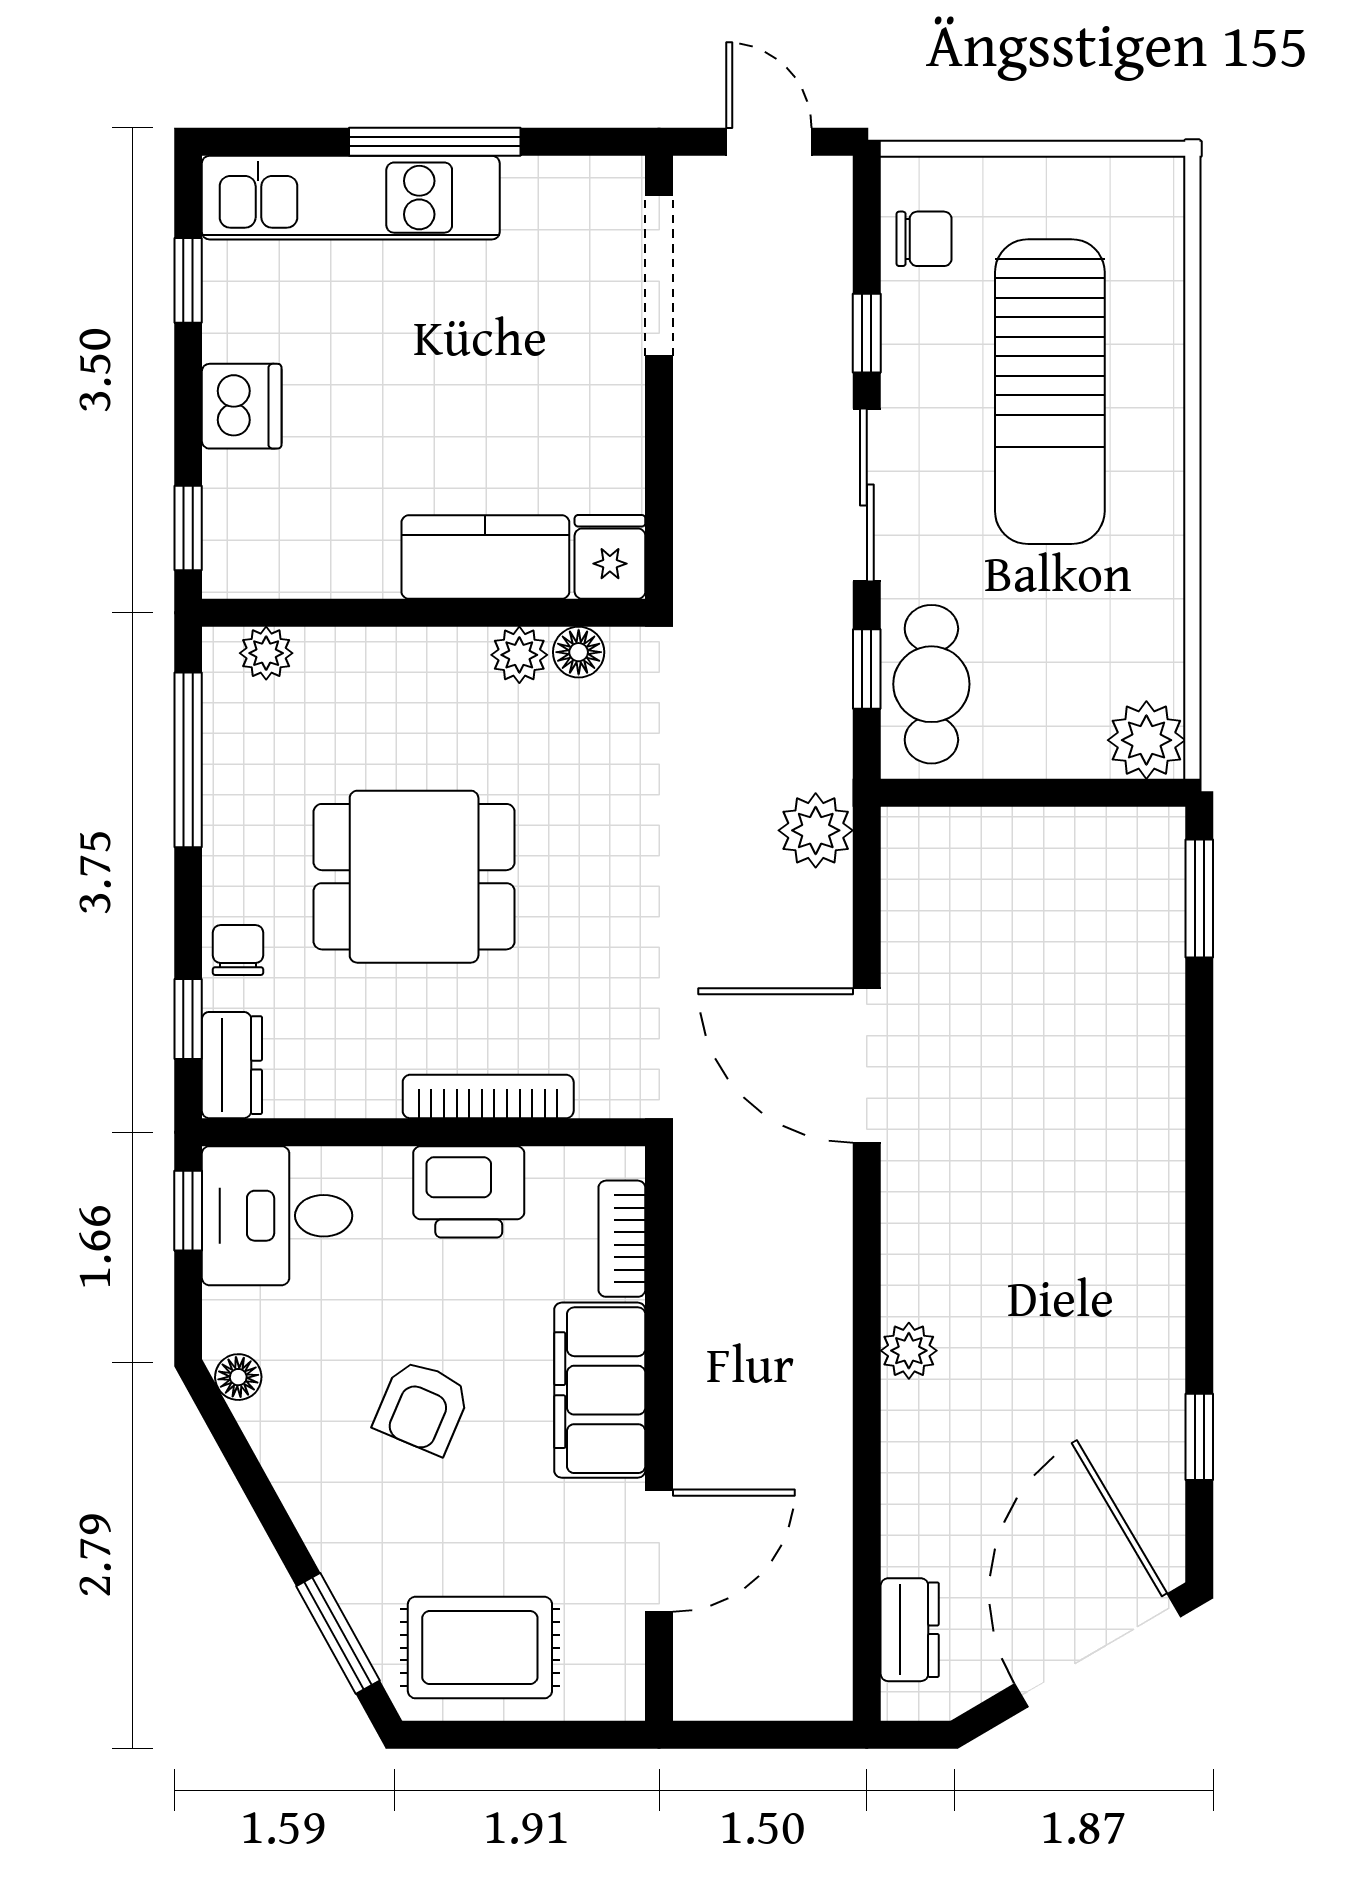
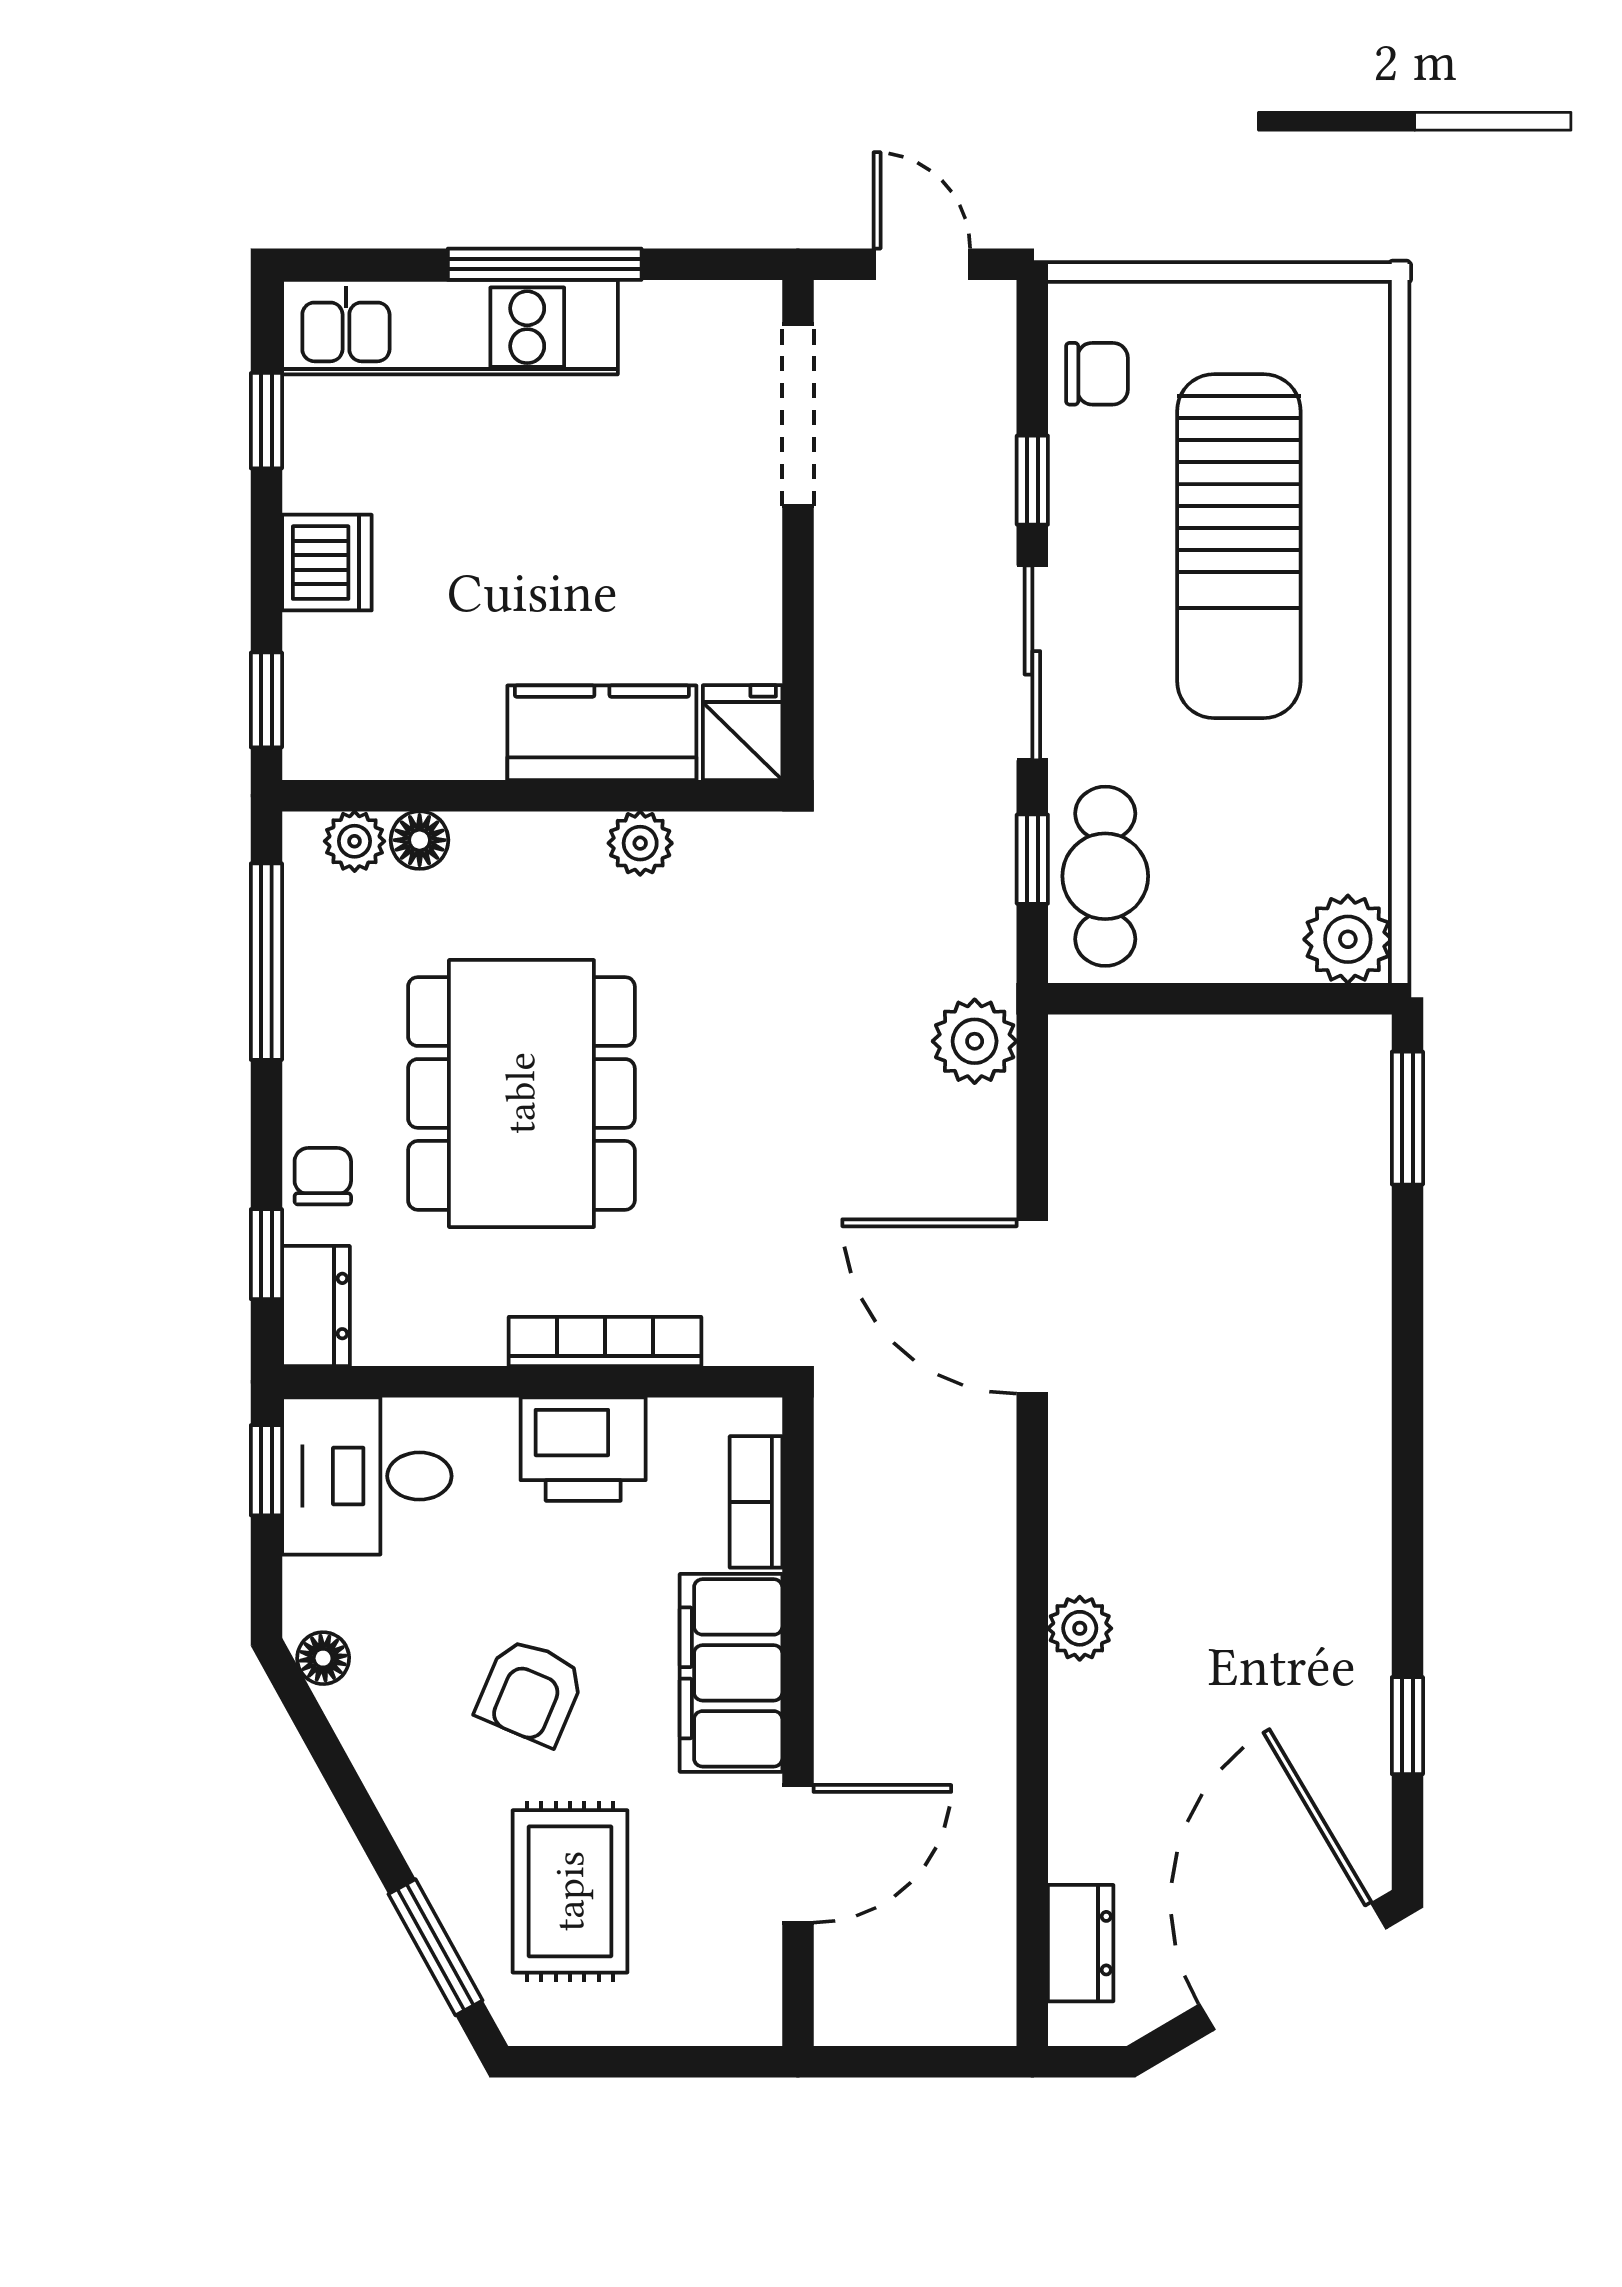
floor lamp: (579, 652) -> (420, 840), moved
dining table: (414, 877) -> (521, 1093), width x1.37
rug: (480, 1648) -> (570, 1891), moved, turned 90

